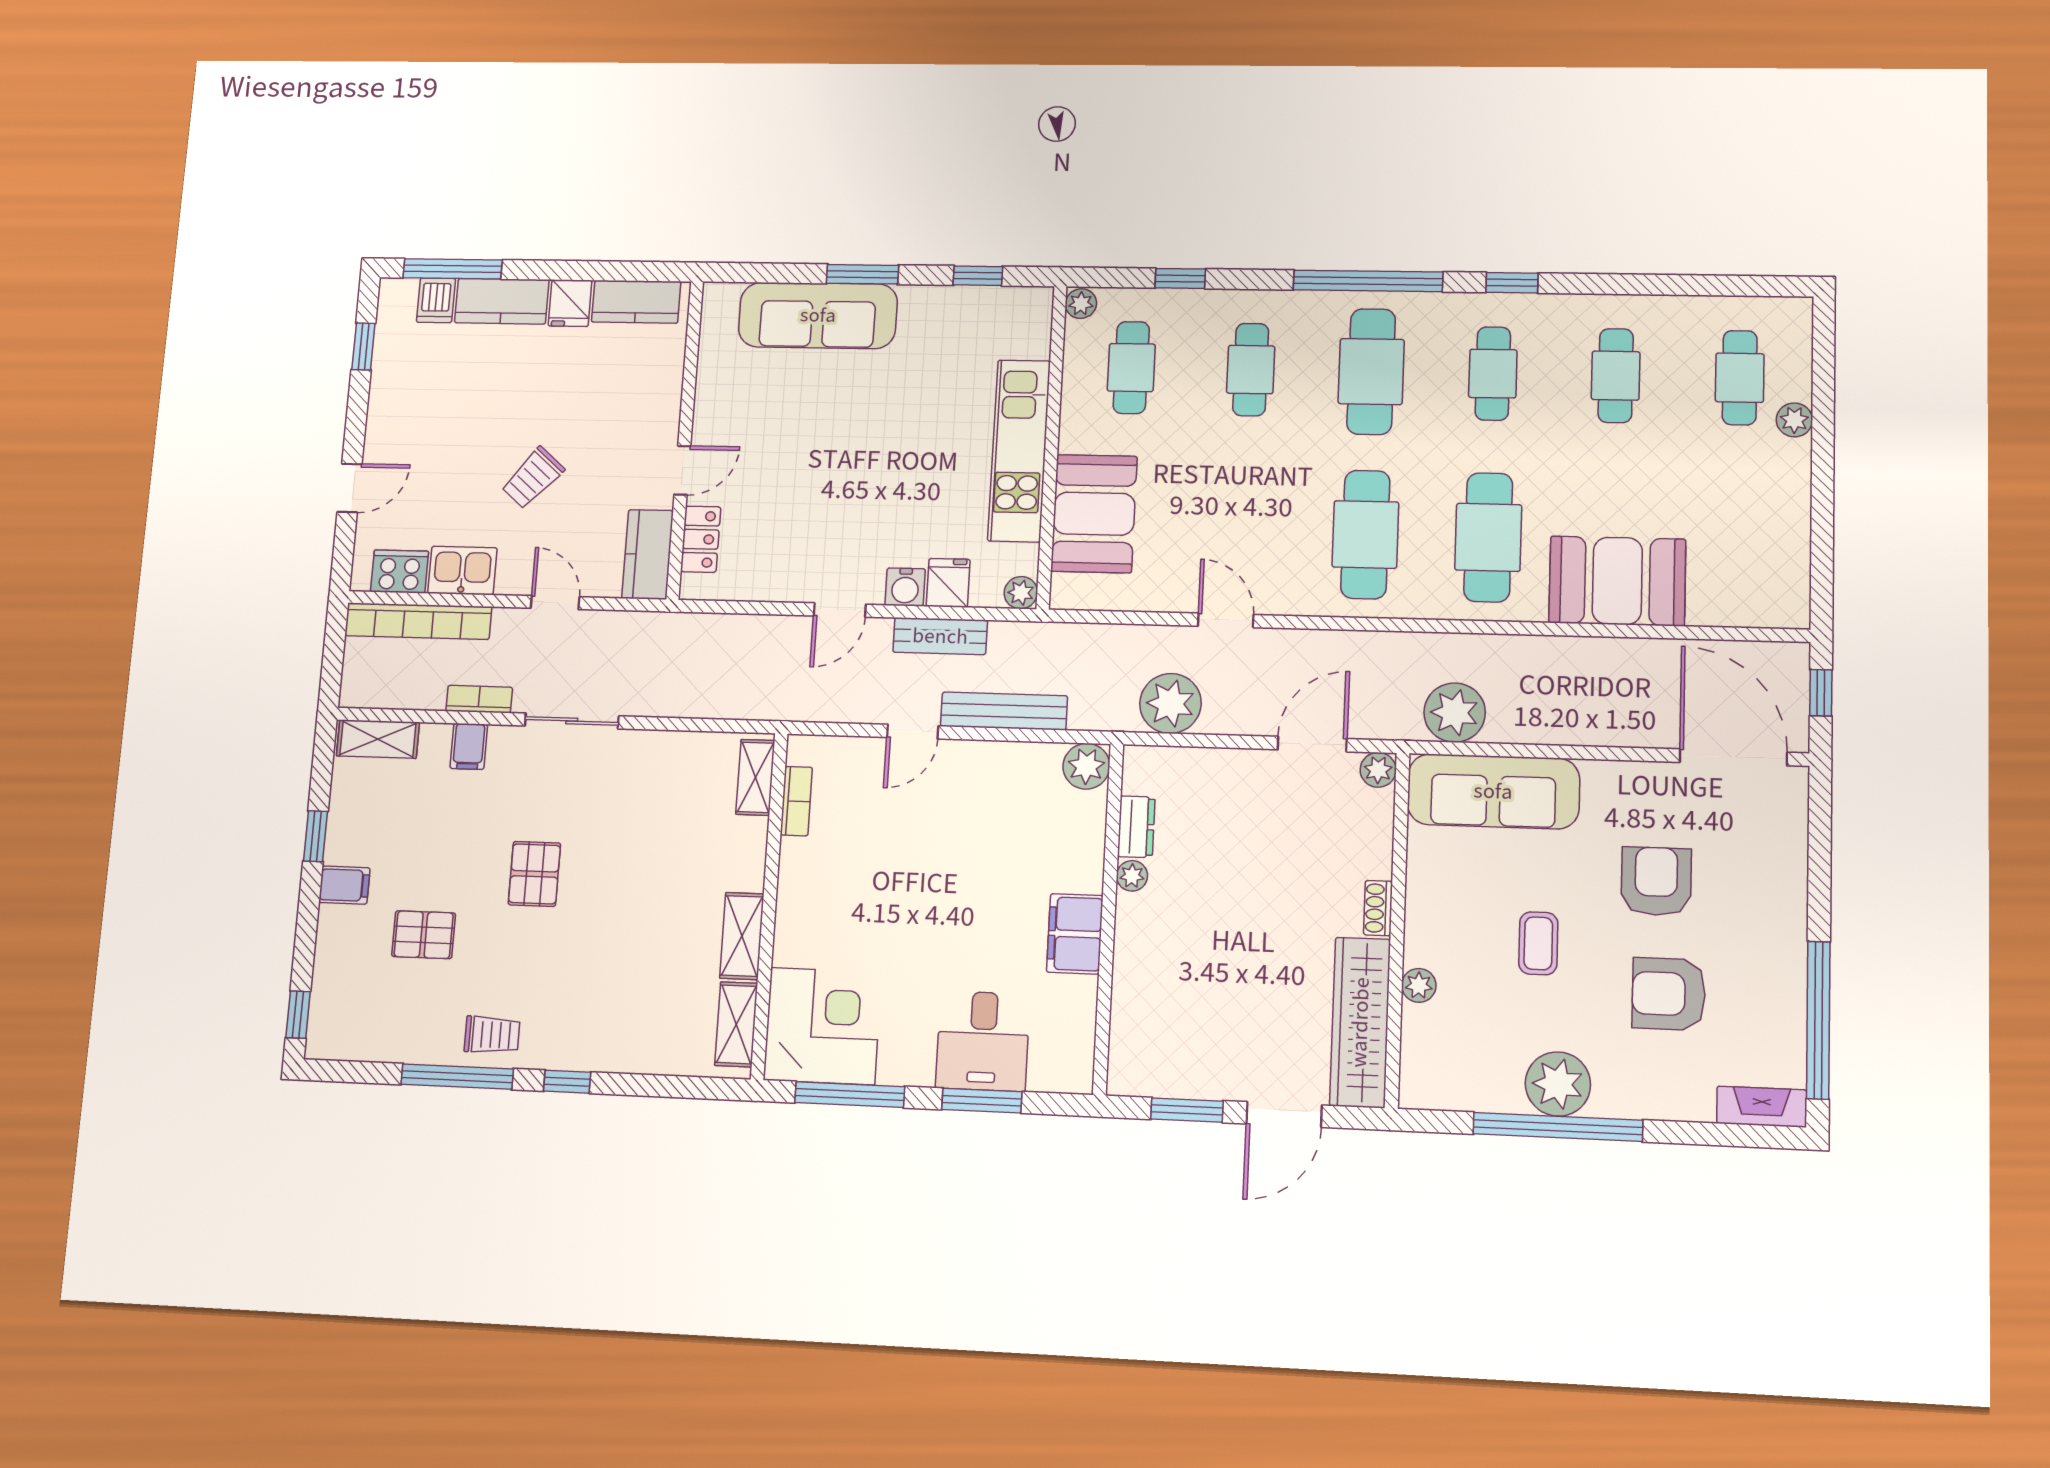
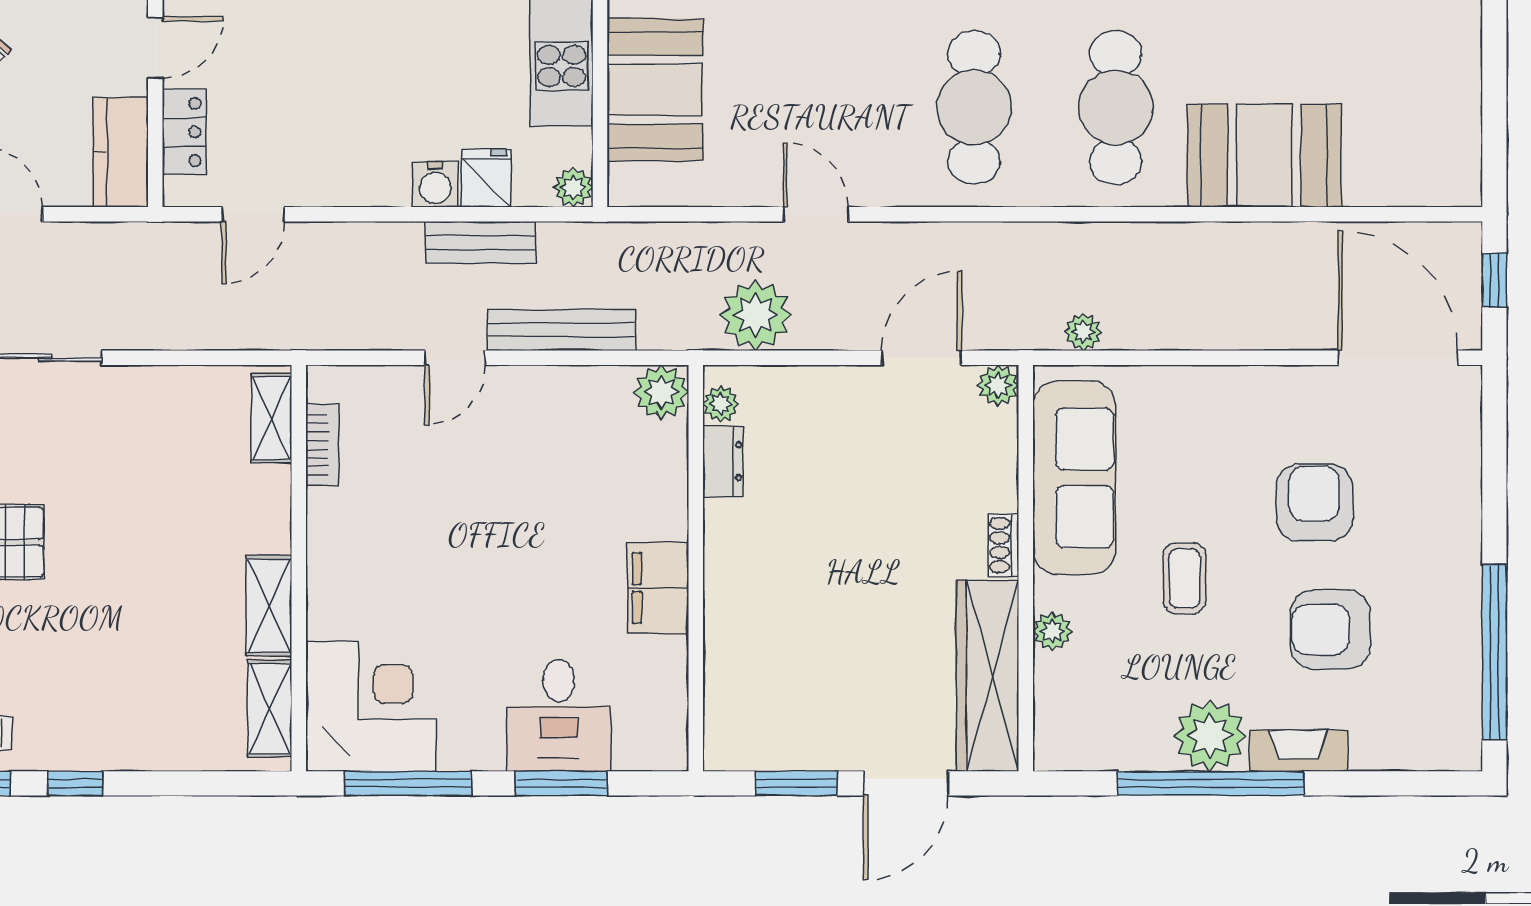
door: (840, 610) -> (253, 214), moved
plant: (1455, 713) -> (1083, 332), width x0.53, depth x0.53
sofa: (1493, 791) -> (1074, 478), moved, turned -90
plant: (1132, 876) -> (721, 404), moved
fireplace: (1762, 1107) -> (1299, 751), moved

